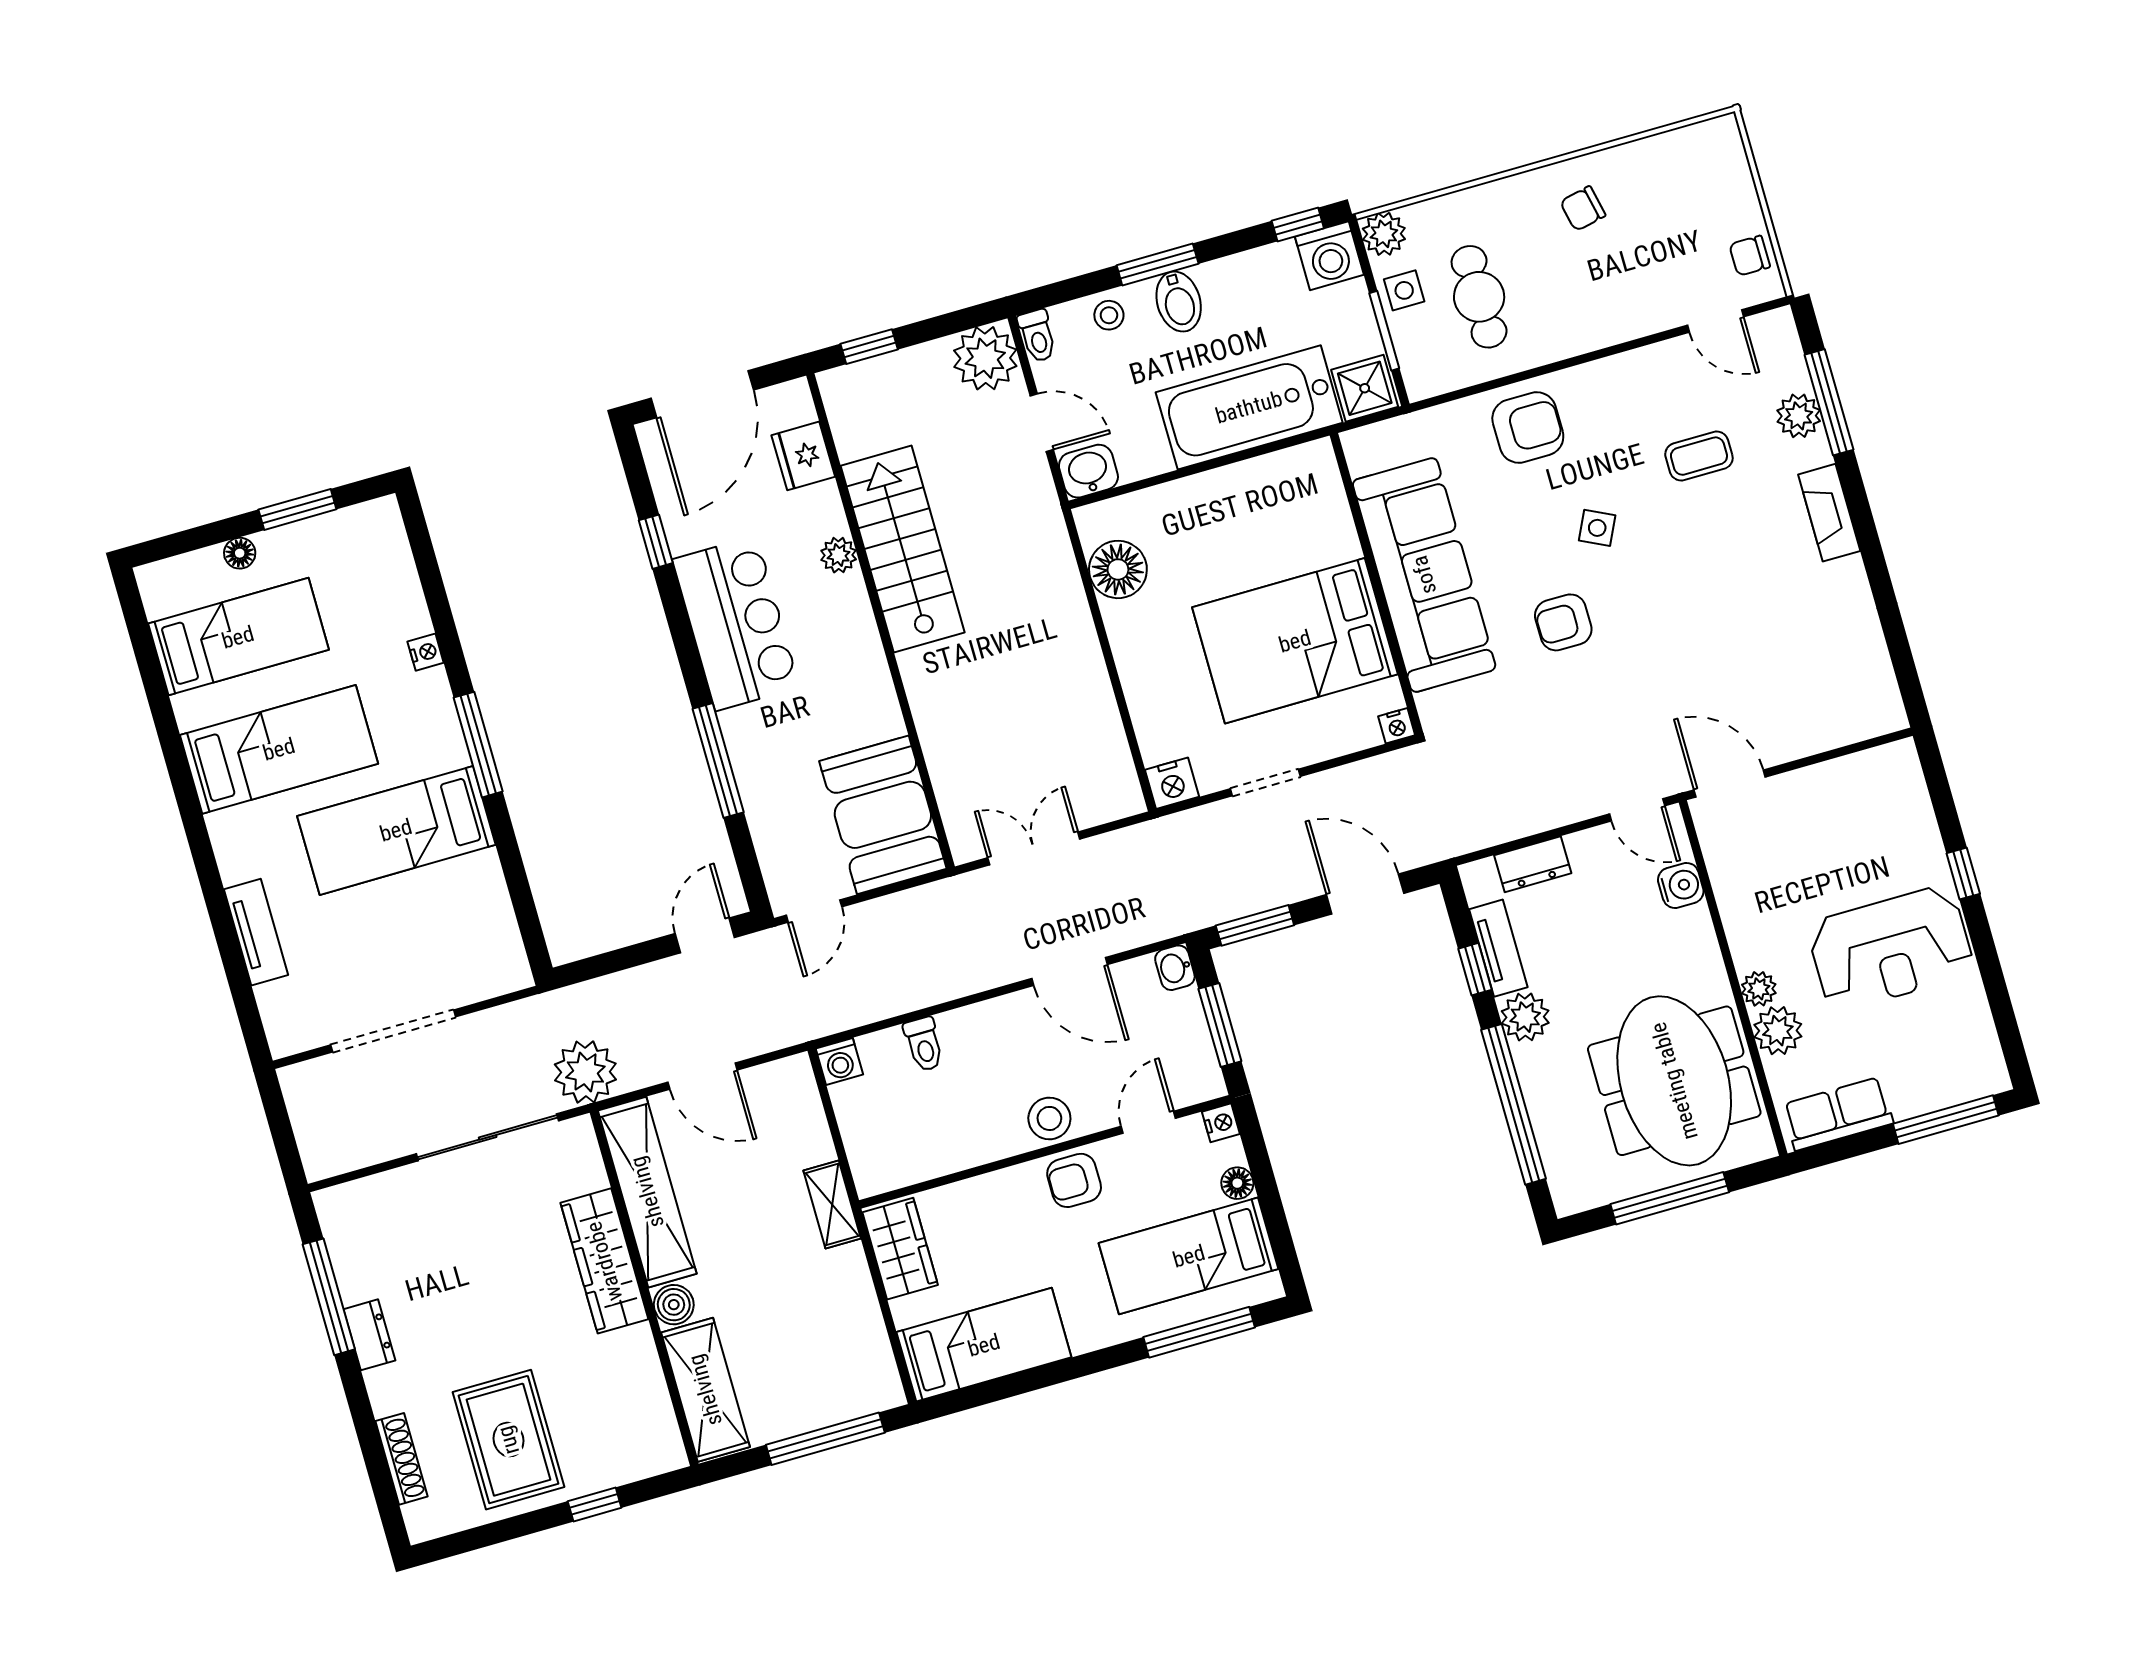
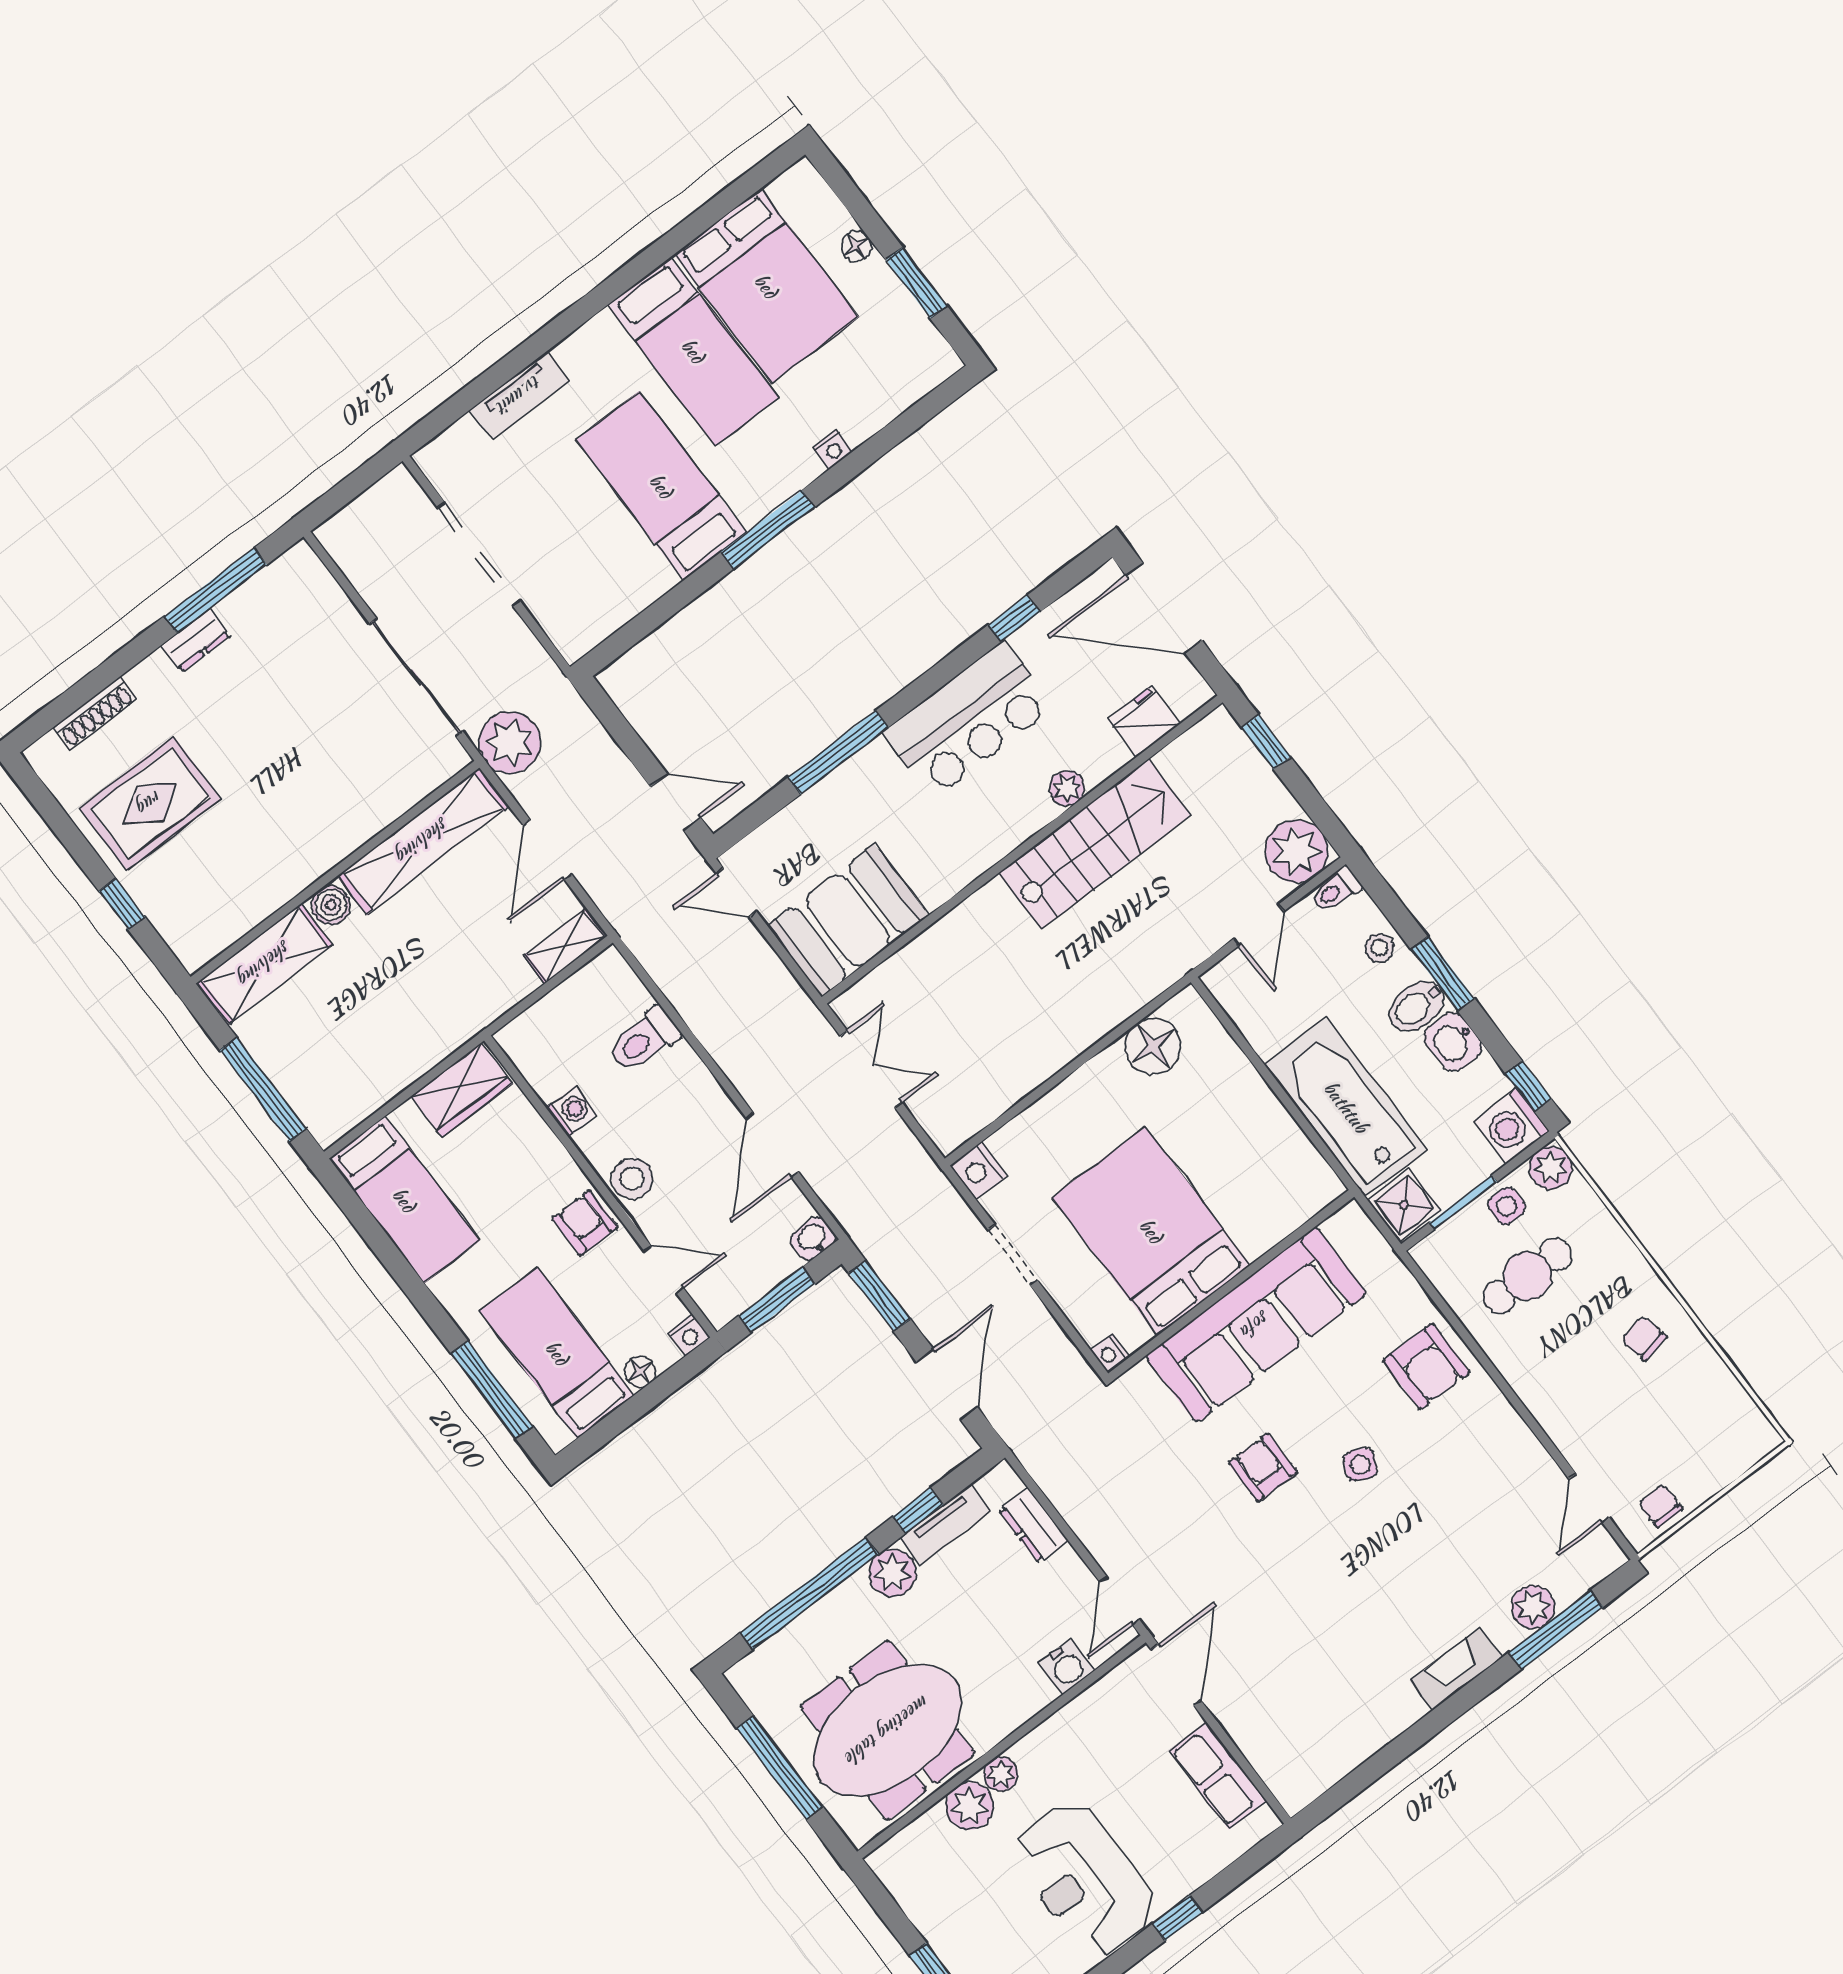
coffee table: (1699, 456) -> (1461, 1531), removed
washbasin: (1088, 471) -> (1453, 1042), moved, turned 180
bed: (238, 637) -> (766, 286), width x1.50
toilet: (924, 1044) -> (644, 1040), width x1.37, depth x1.39
washing machine: (839, 1061) -> (572, 1111), moved, turned 180
row of seats: (1838, 1114) -> (1218, 1776), moved, turned 180
shelving: (832, 1204) -> (566, 946), moved
wardrobe: (604, 1261) -> (346, 827), removed

